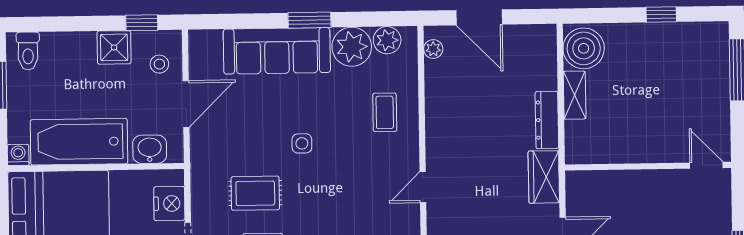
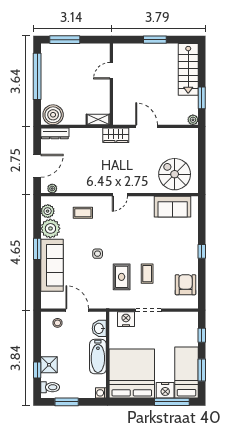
window: (661, 15) -> (37, 76), width x3.17
window: (142, 23) -> (37, 370), moved
shower: (114, 47) -> (49, 365), moved
shelving: (575, 95) -> (98, 120), moved
dresser: (547, 120) -> (55, 133), moved
bathtub: (79, 142) -> (98, 357), width x0.73, depth x0.73
door: (706, 165) -> (111, 71), moved
door: (423, 187) -> (120, 195), hinge flipped

